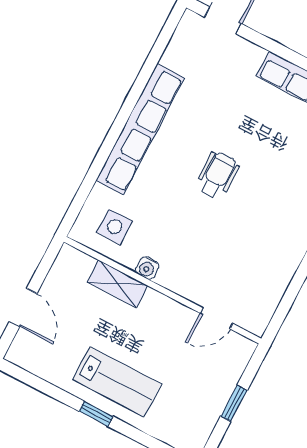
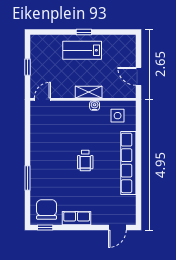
shelving: (117, 284) -> (89, 92), moved
door: (23, 307) -> (138, 76), moved
door: (217, 318) -> (42, 99), moved

